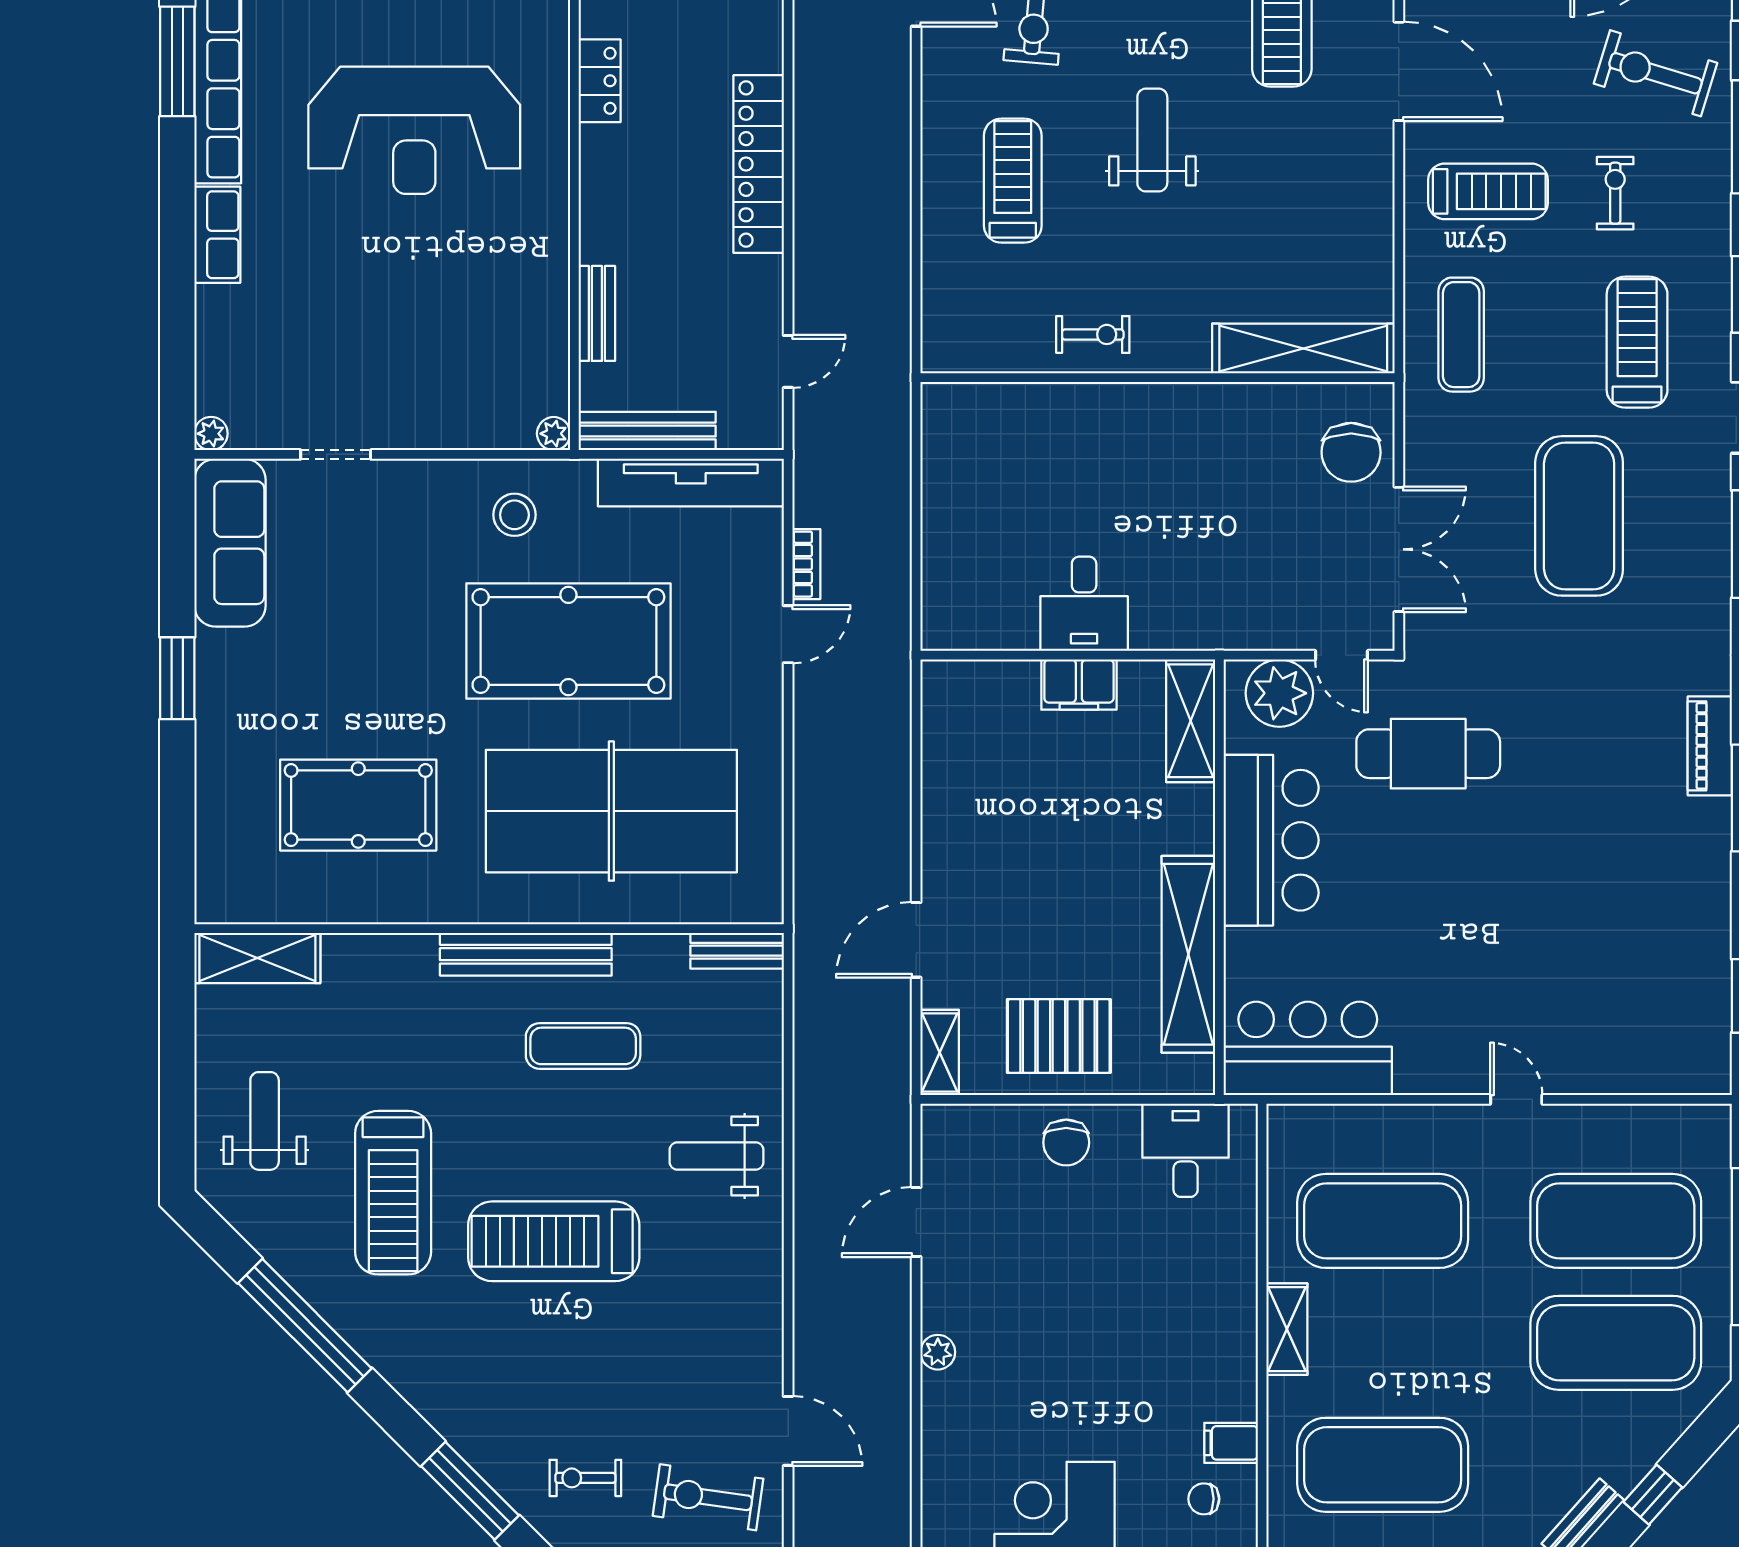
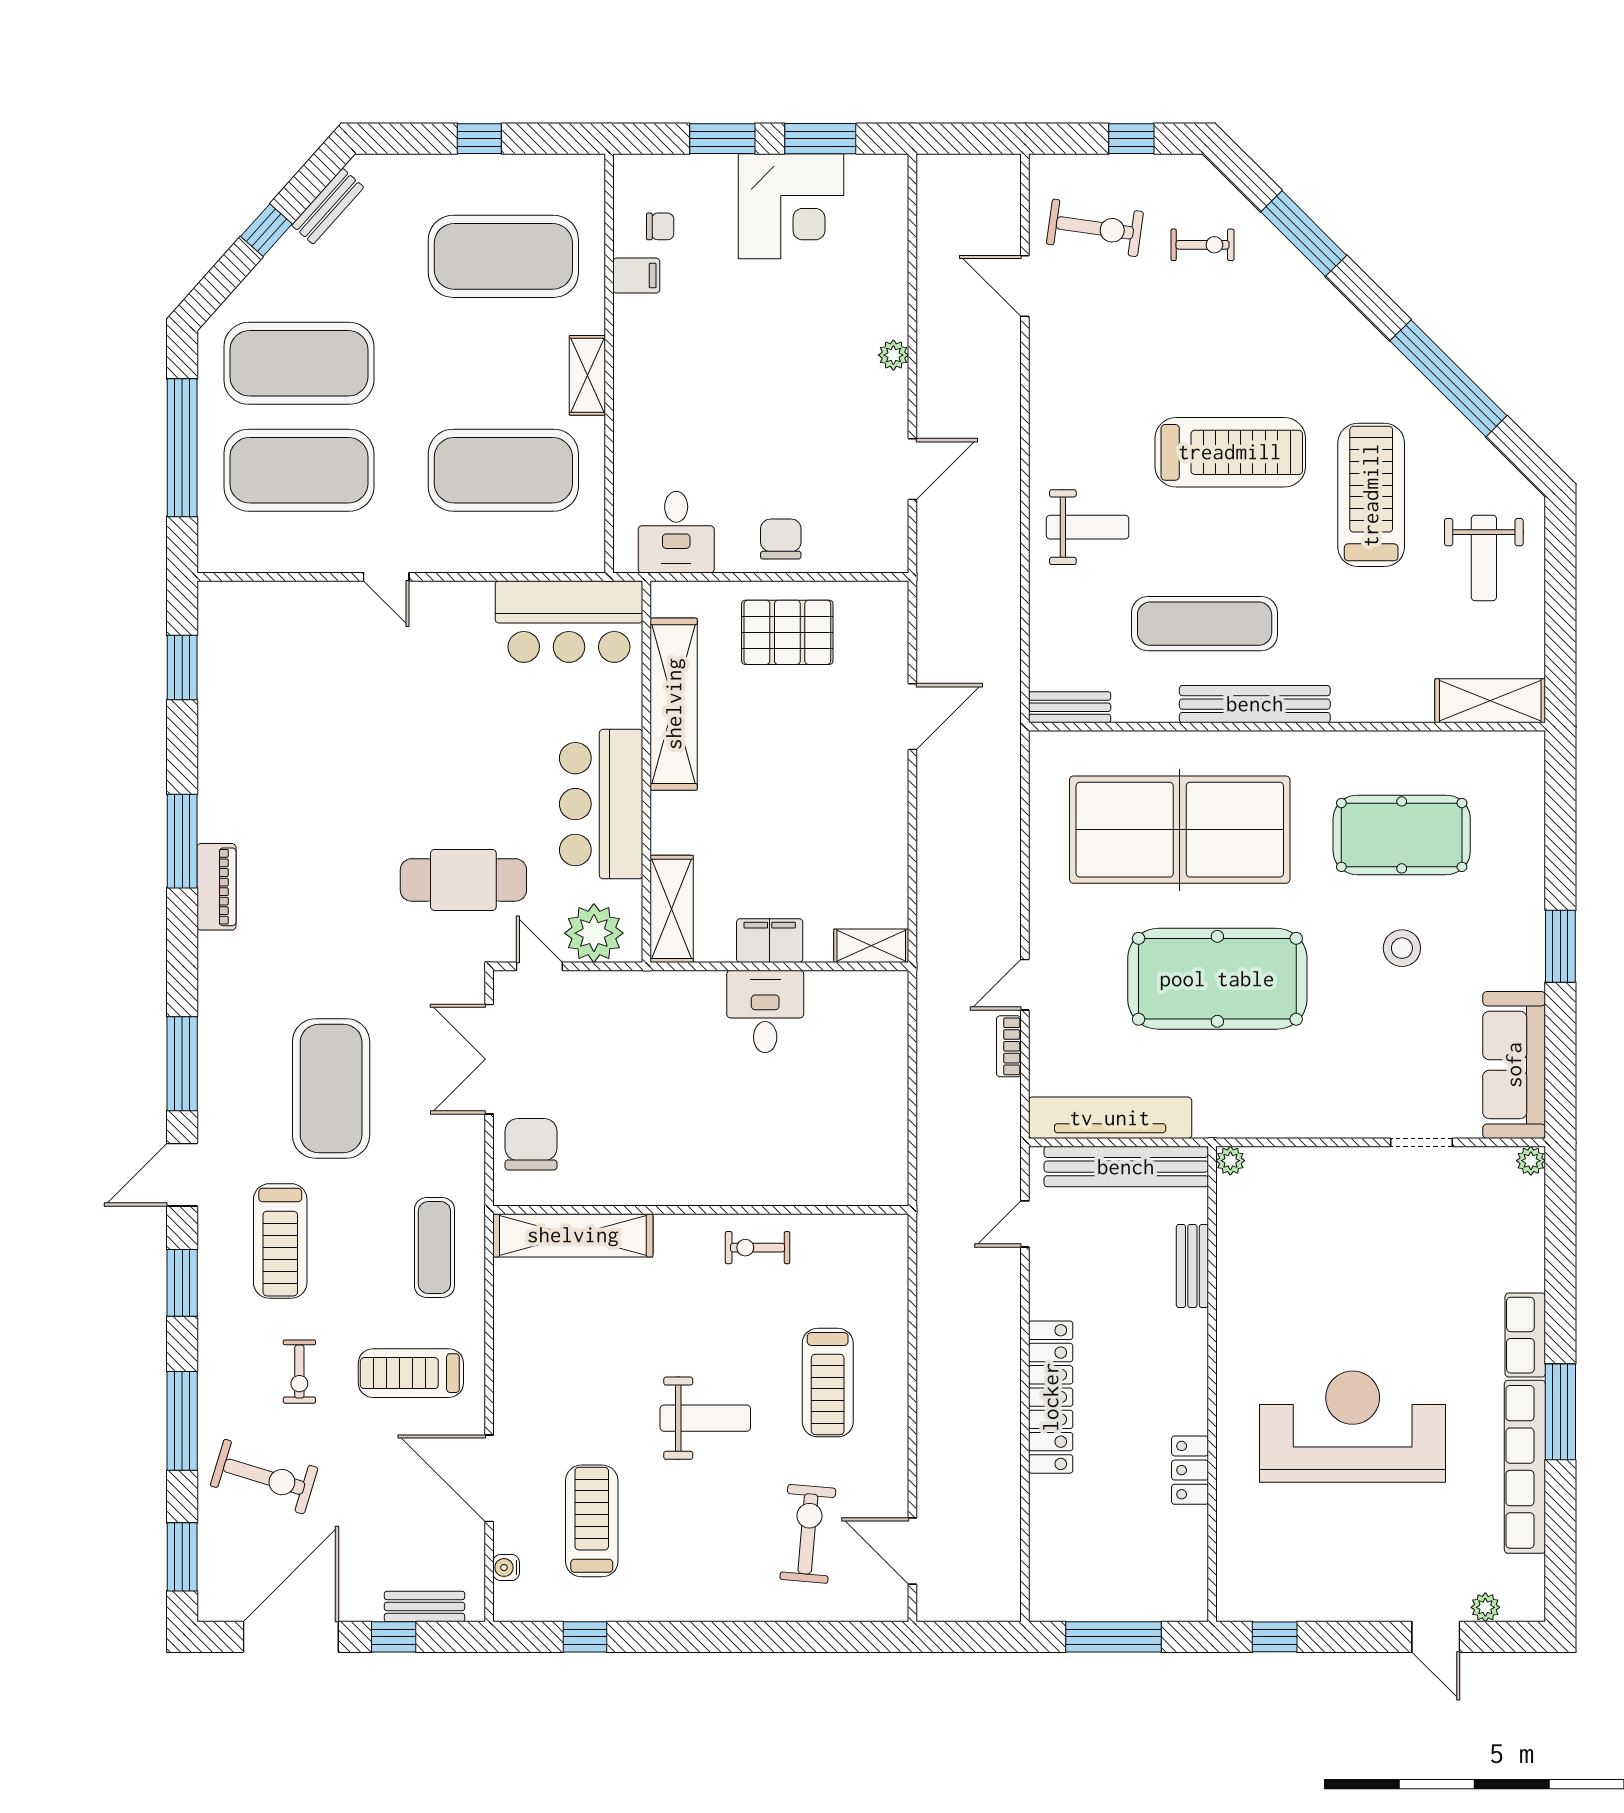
window: (177, 61) -> (1560, 1412), moved
weight bench: (1152, 140) -> (705, 1418), turned -90
bench: (647, 431) -> (1126, 1167), width x1.37, depth x1.21
stool: (514, 515) -> (1402, 948), moved
exercise mat: (583, 1046) -> (1205, 624), width x1.36, depth x1.45
shelving: (940, 1052) -> (871, 946), moved, turned 90

